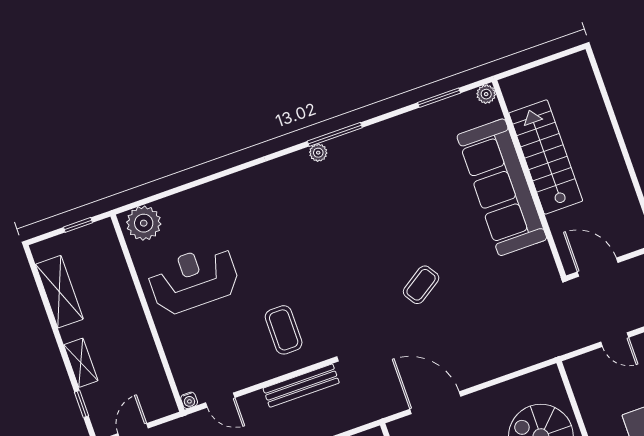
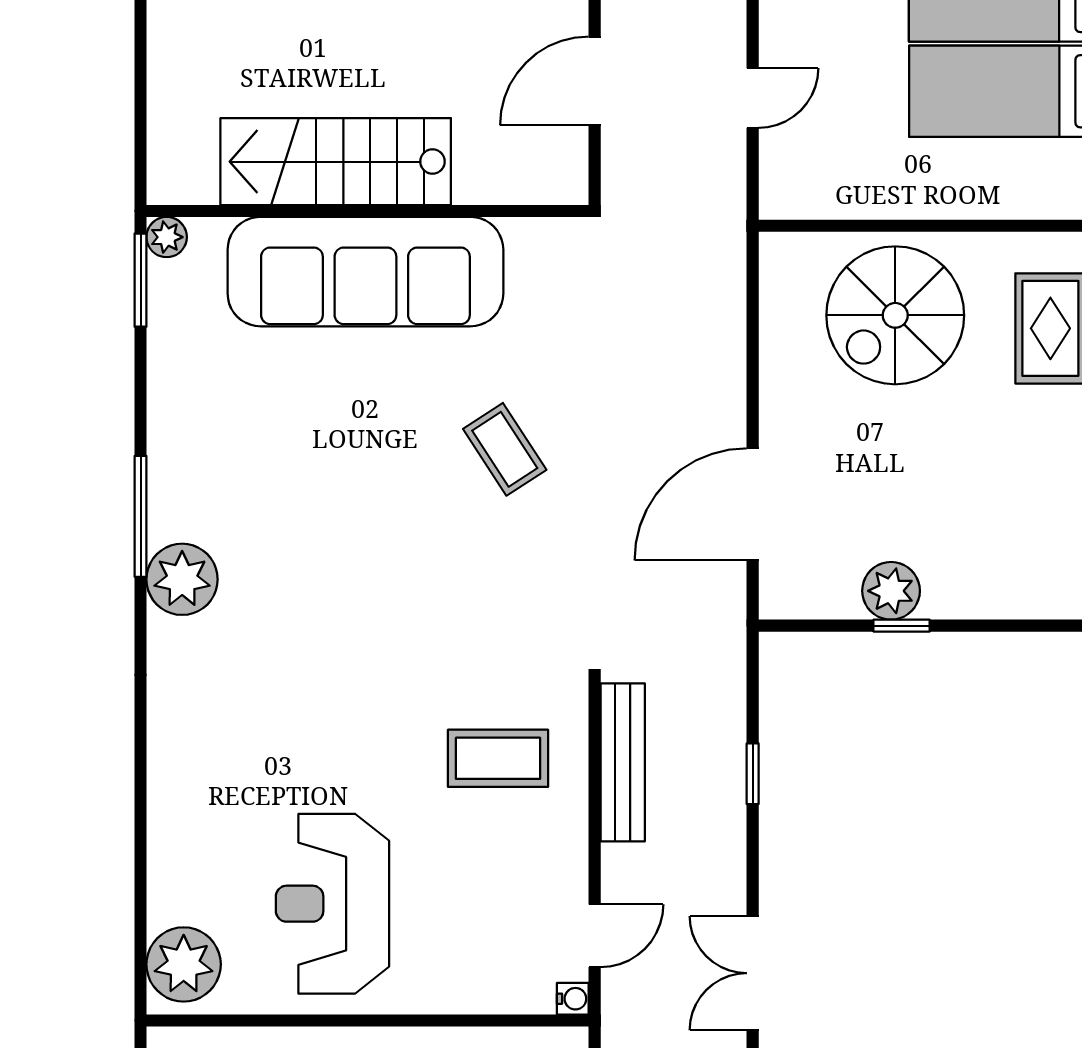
plant: (486, 94) -> (167, 237), moved
plant: (318, 153) -> (182, 579), width x1.88, depth x1.88
stairs: (546, 157) -> (336, 162), moved
wall: (529, 179) -> (368, 211), moved
sofa: (502, 187) -> (365, 272), moved

